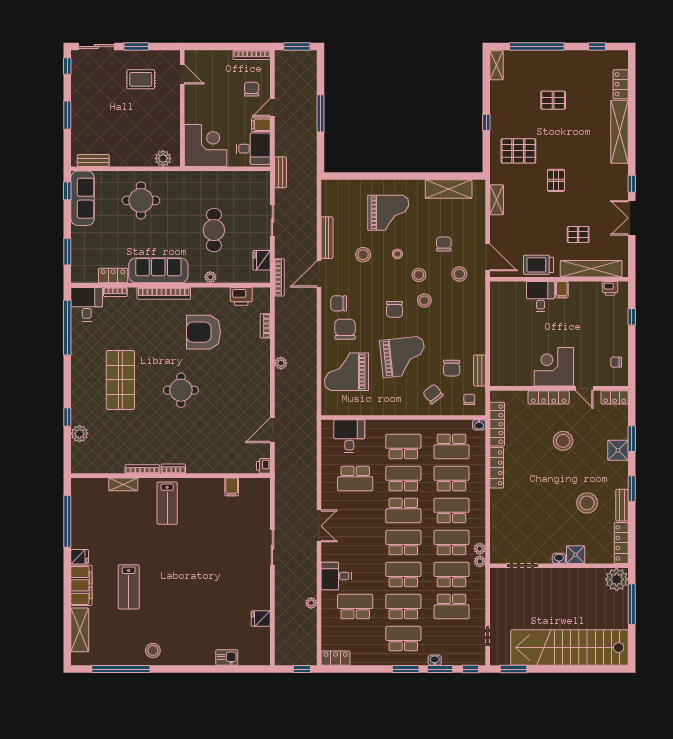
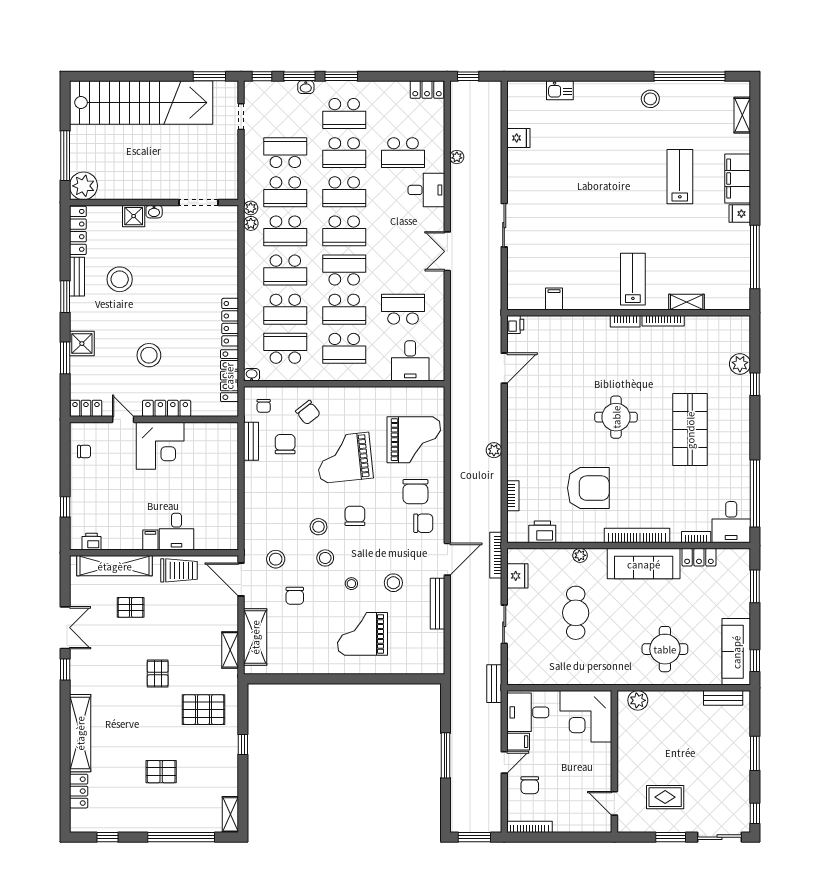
shelving: (449, 189) -> (255, 637), moved, turned 90
shelving: (80, 630) -> (742, 115), width x0.67, depth x0.75

